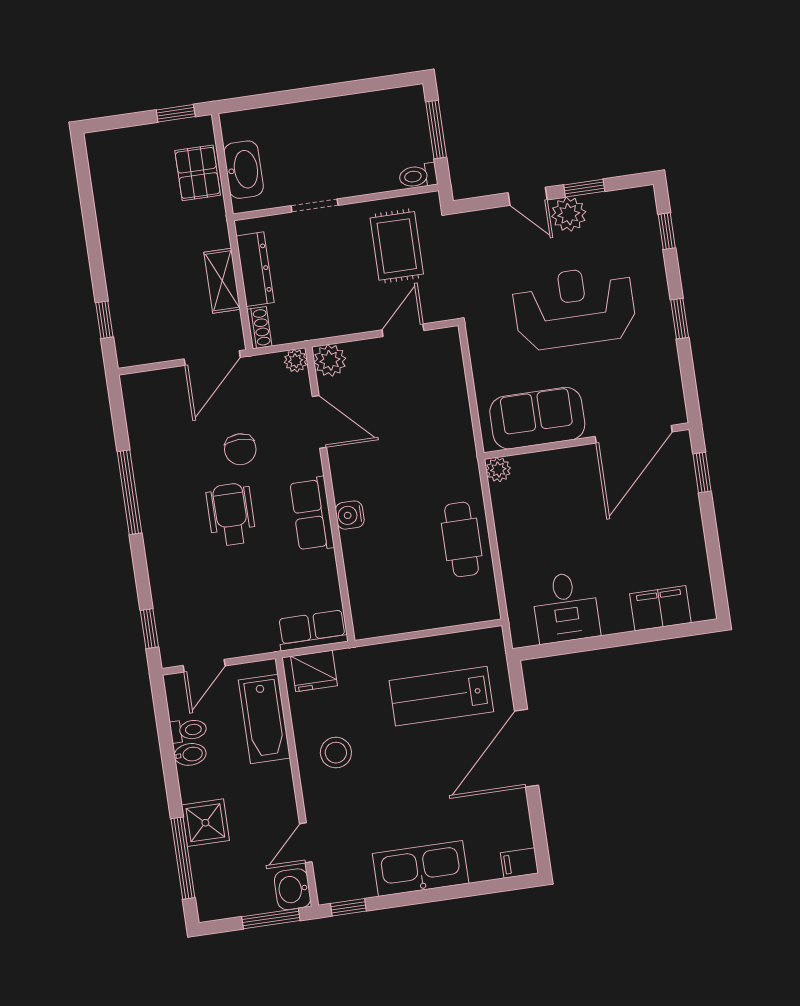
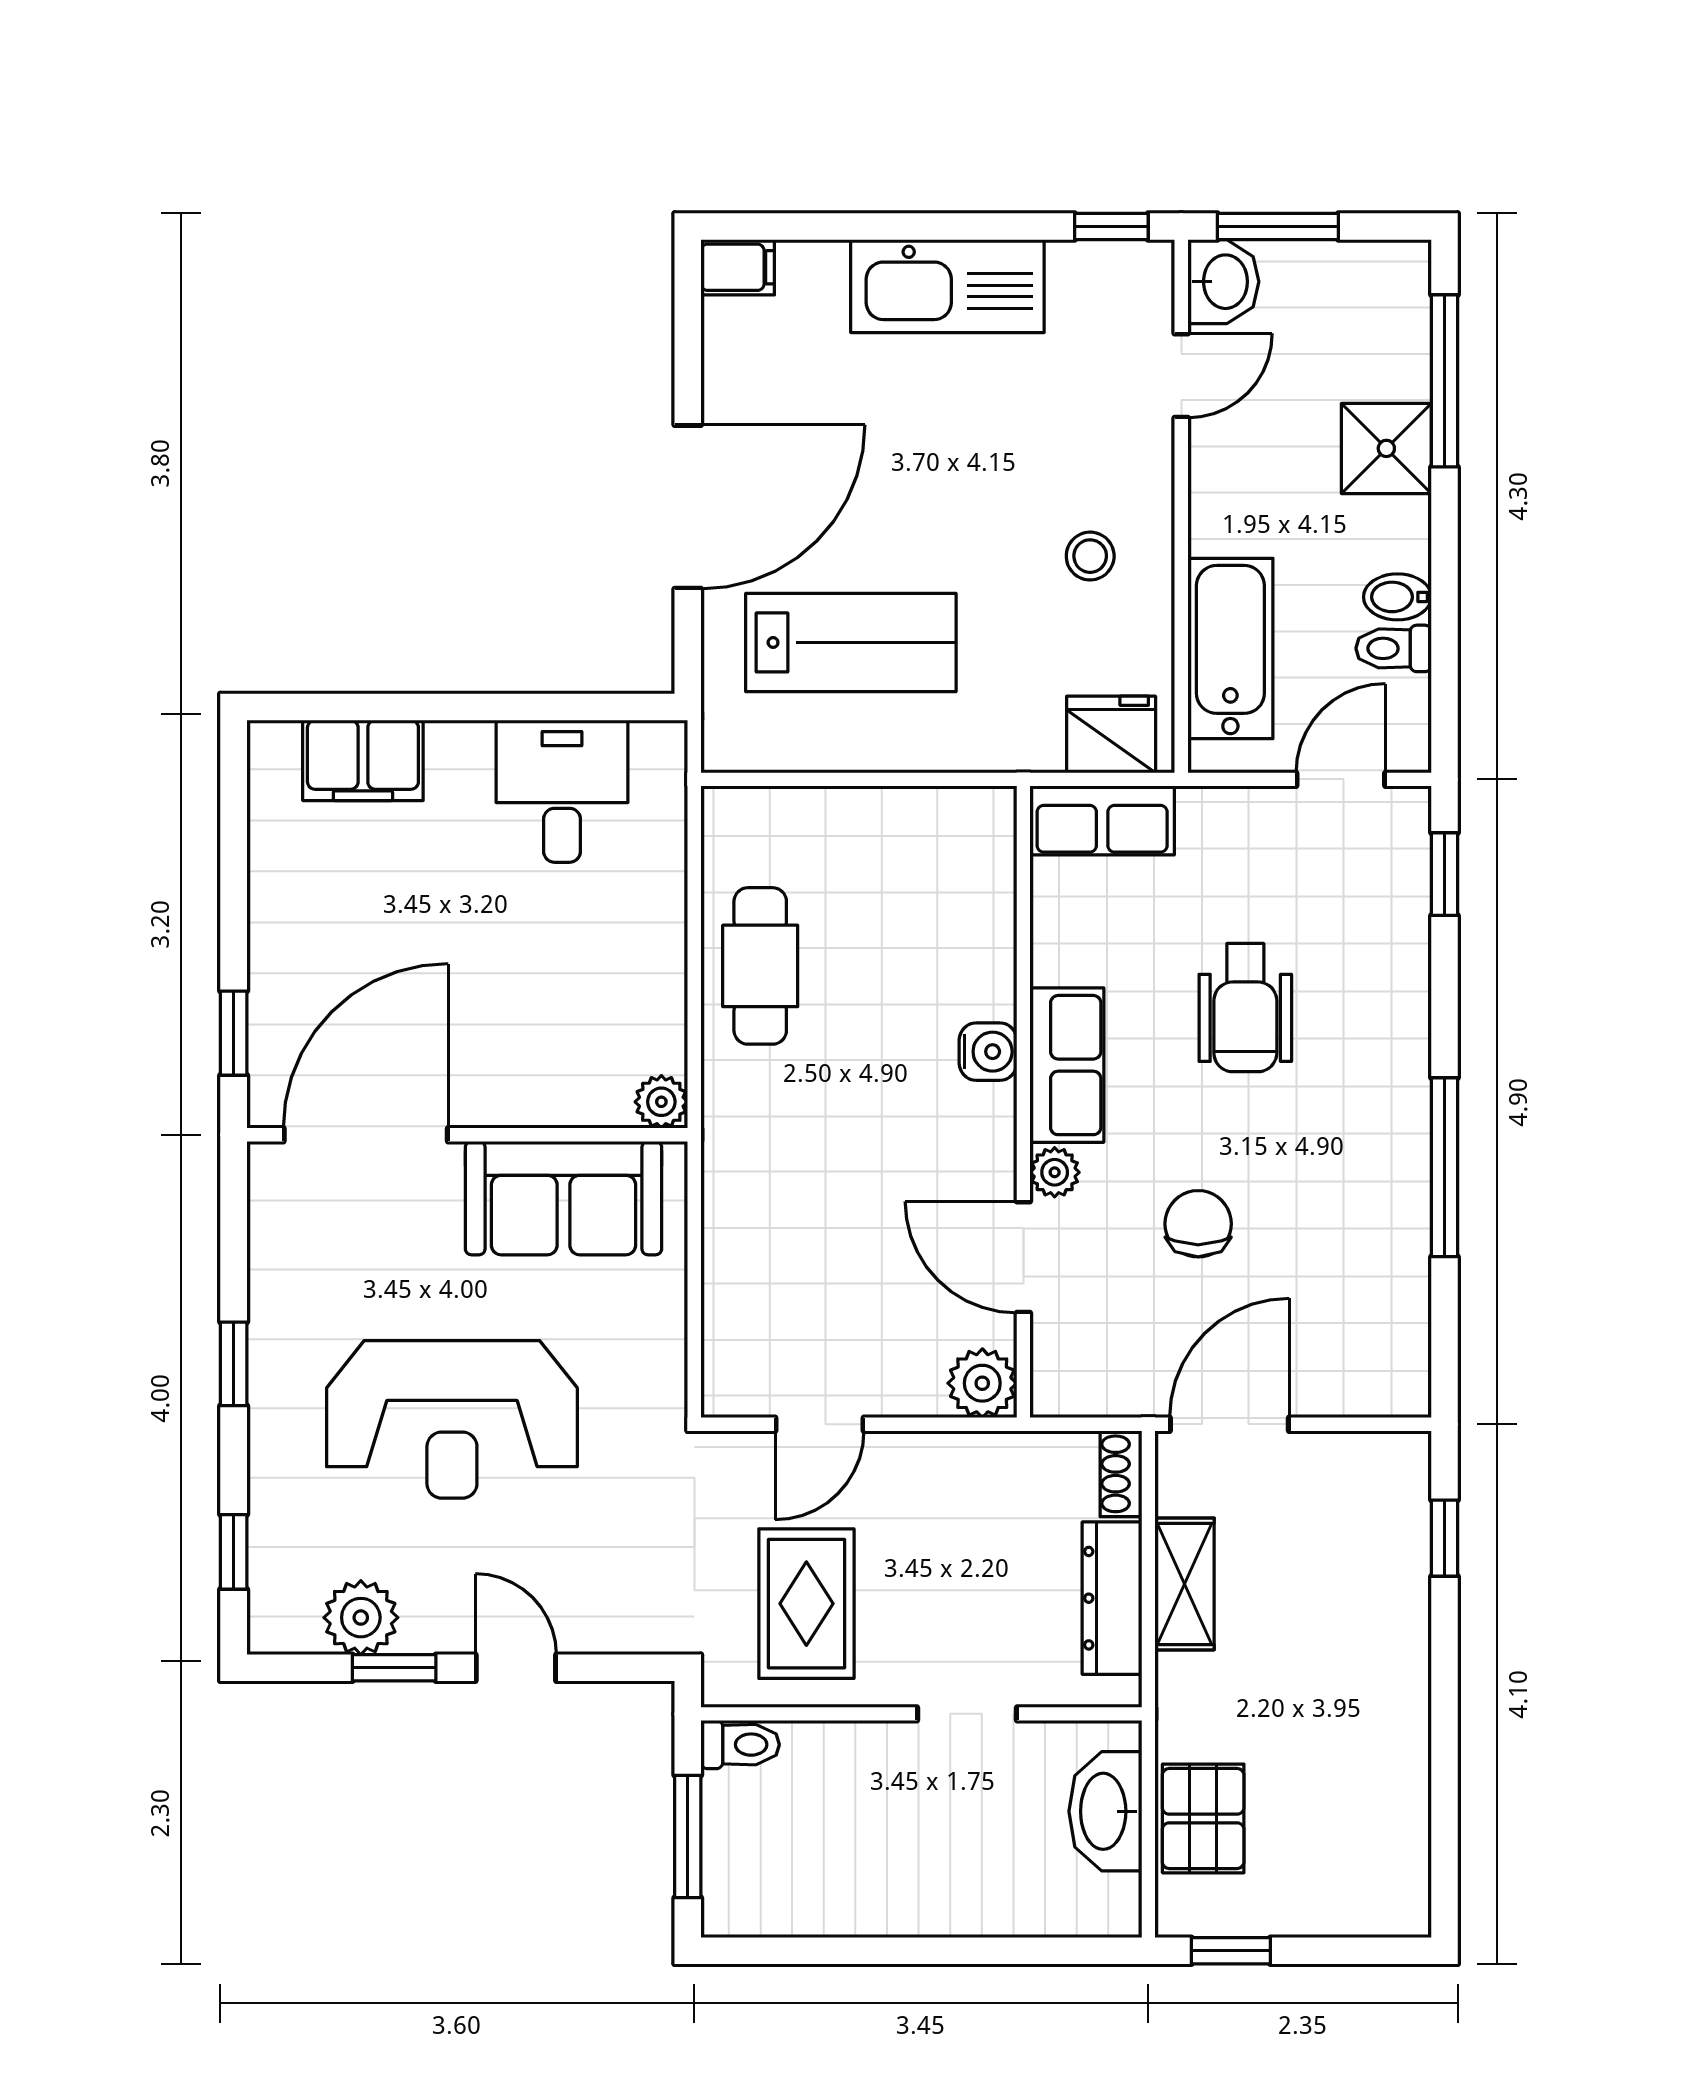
plant: (569, 214) -> (361, 1618), moved
plant: (296, 361) -> (1055, 1172), moved
wheelchair: (231, 514) -> (1245, 1008), moved
stool: (336, 753) -> (1090, 556), width x0.73, depth x0.73

